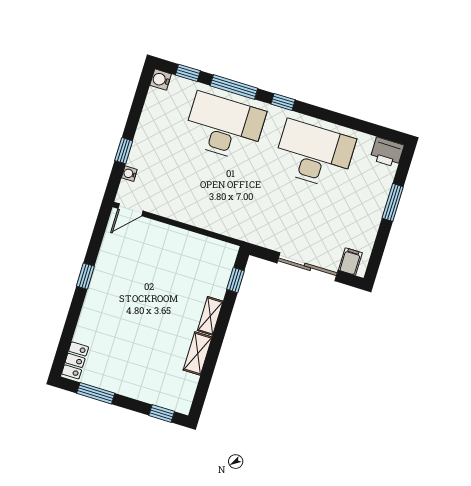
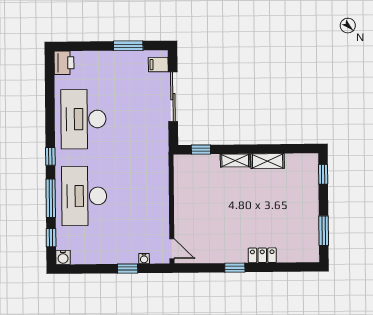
window: (393, 202) -> (128, 46), moved
locker: (75, 360) -> (262, 255), moved

